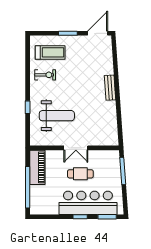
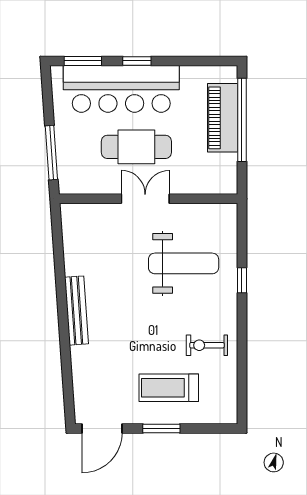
treadmill: (50, 52) -> (169, 388), moved
bench: (110, 88) -> (76, 311), width x1.36
weight bench: (57, 116) -> (184, 263), turned 180
piano: (37, 167) -> (223, 118), moved
cafe table: (80, 174) -> (136, 147), width x1.37, depth x1.35

